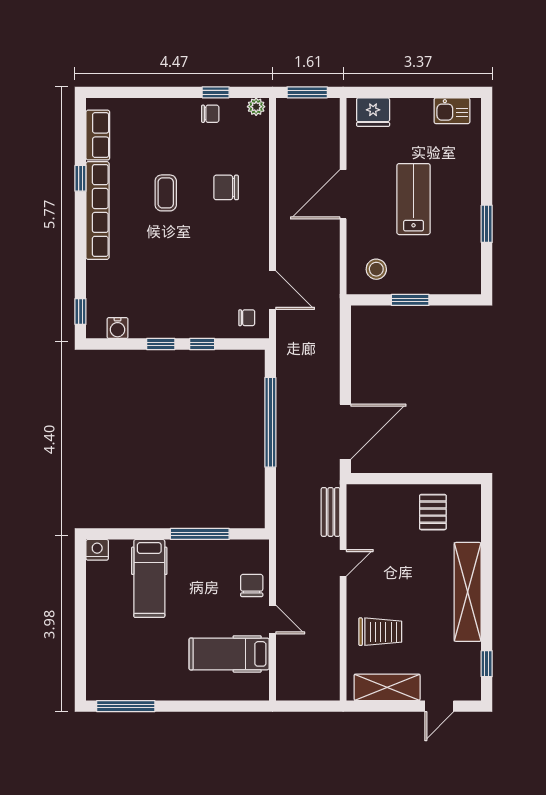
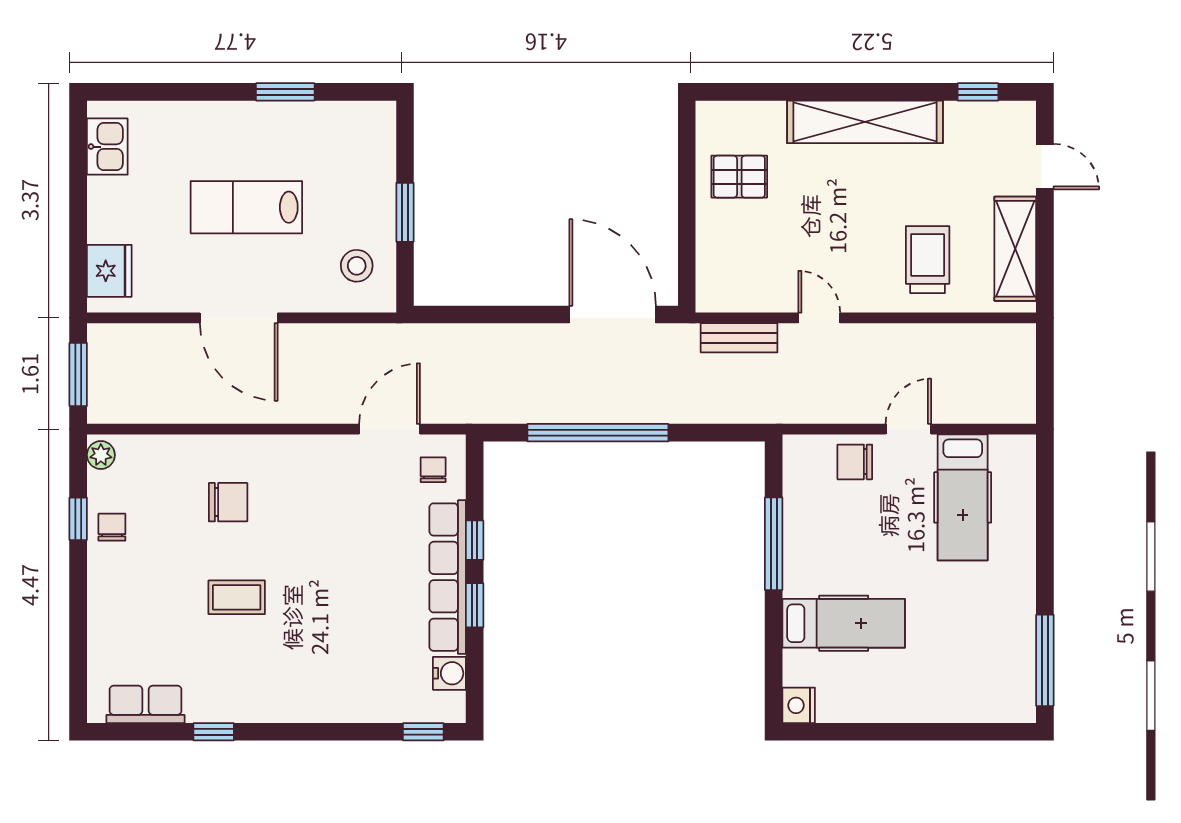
chair: (226, 187) -> (228, 502), turned -90
row of seats: (97, 210) -> (448, 577), moved, turned -90

